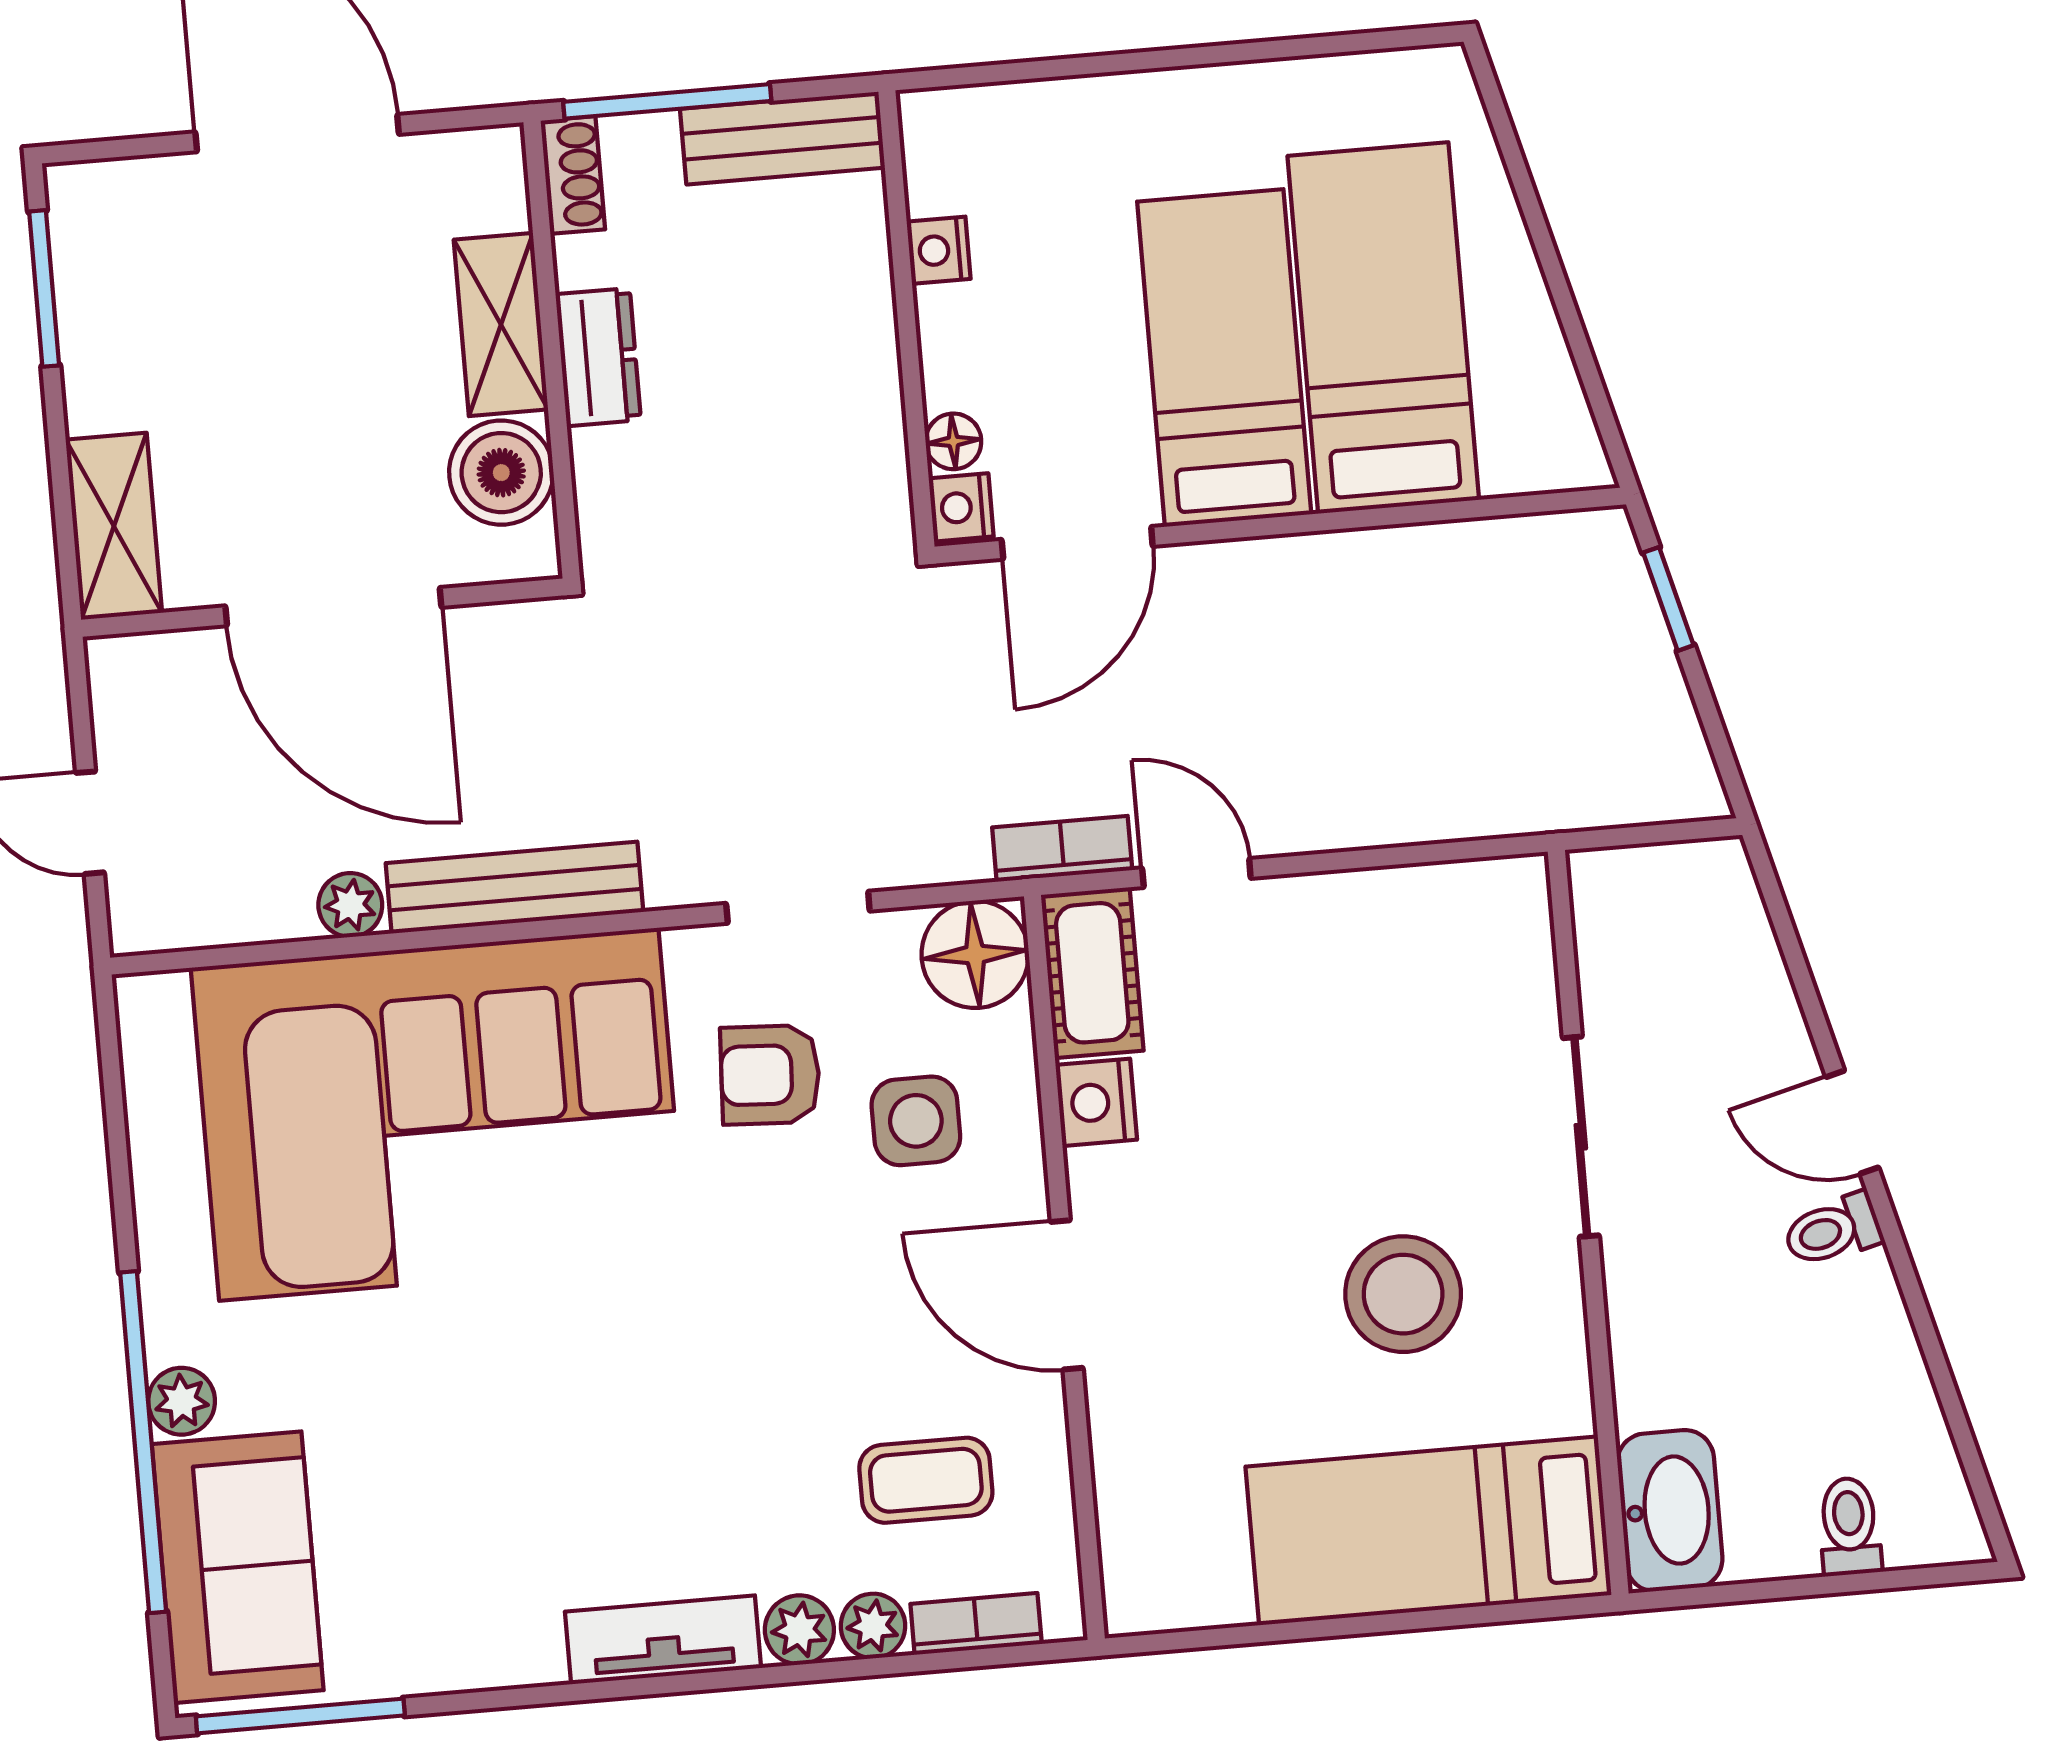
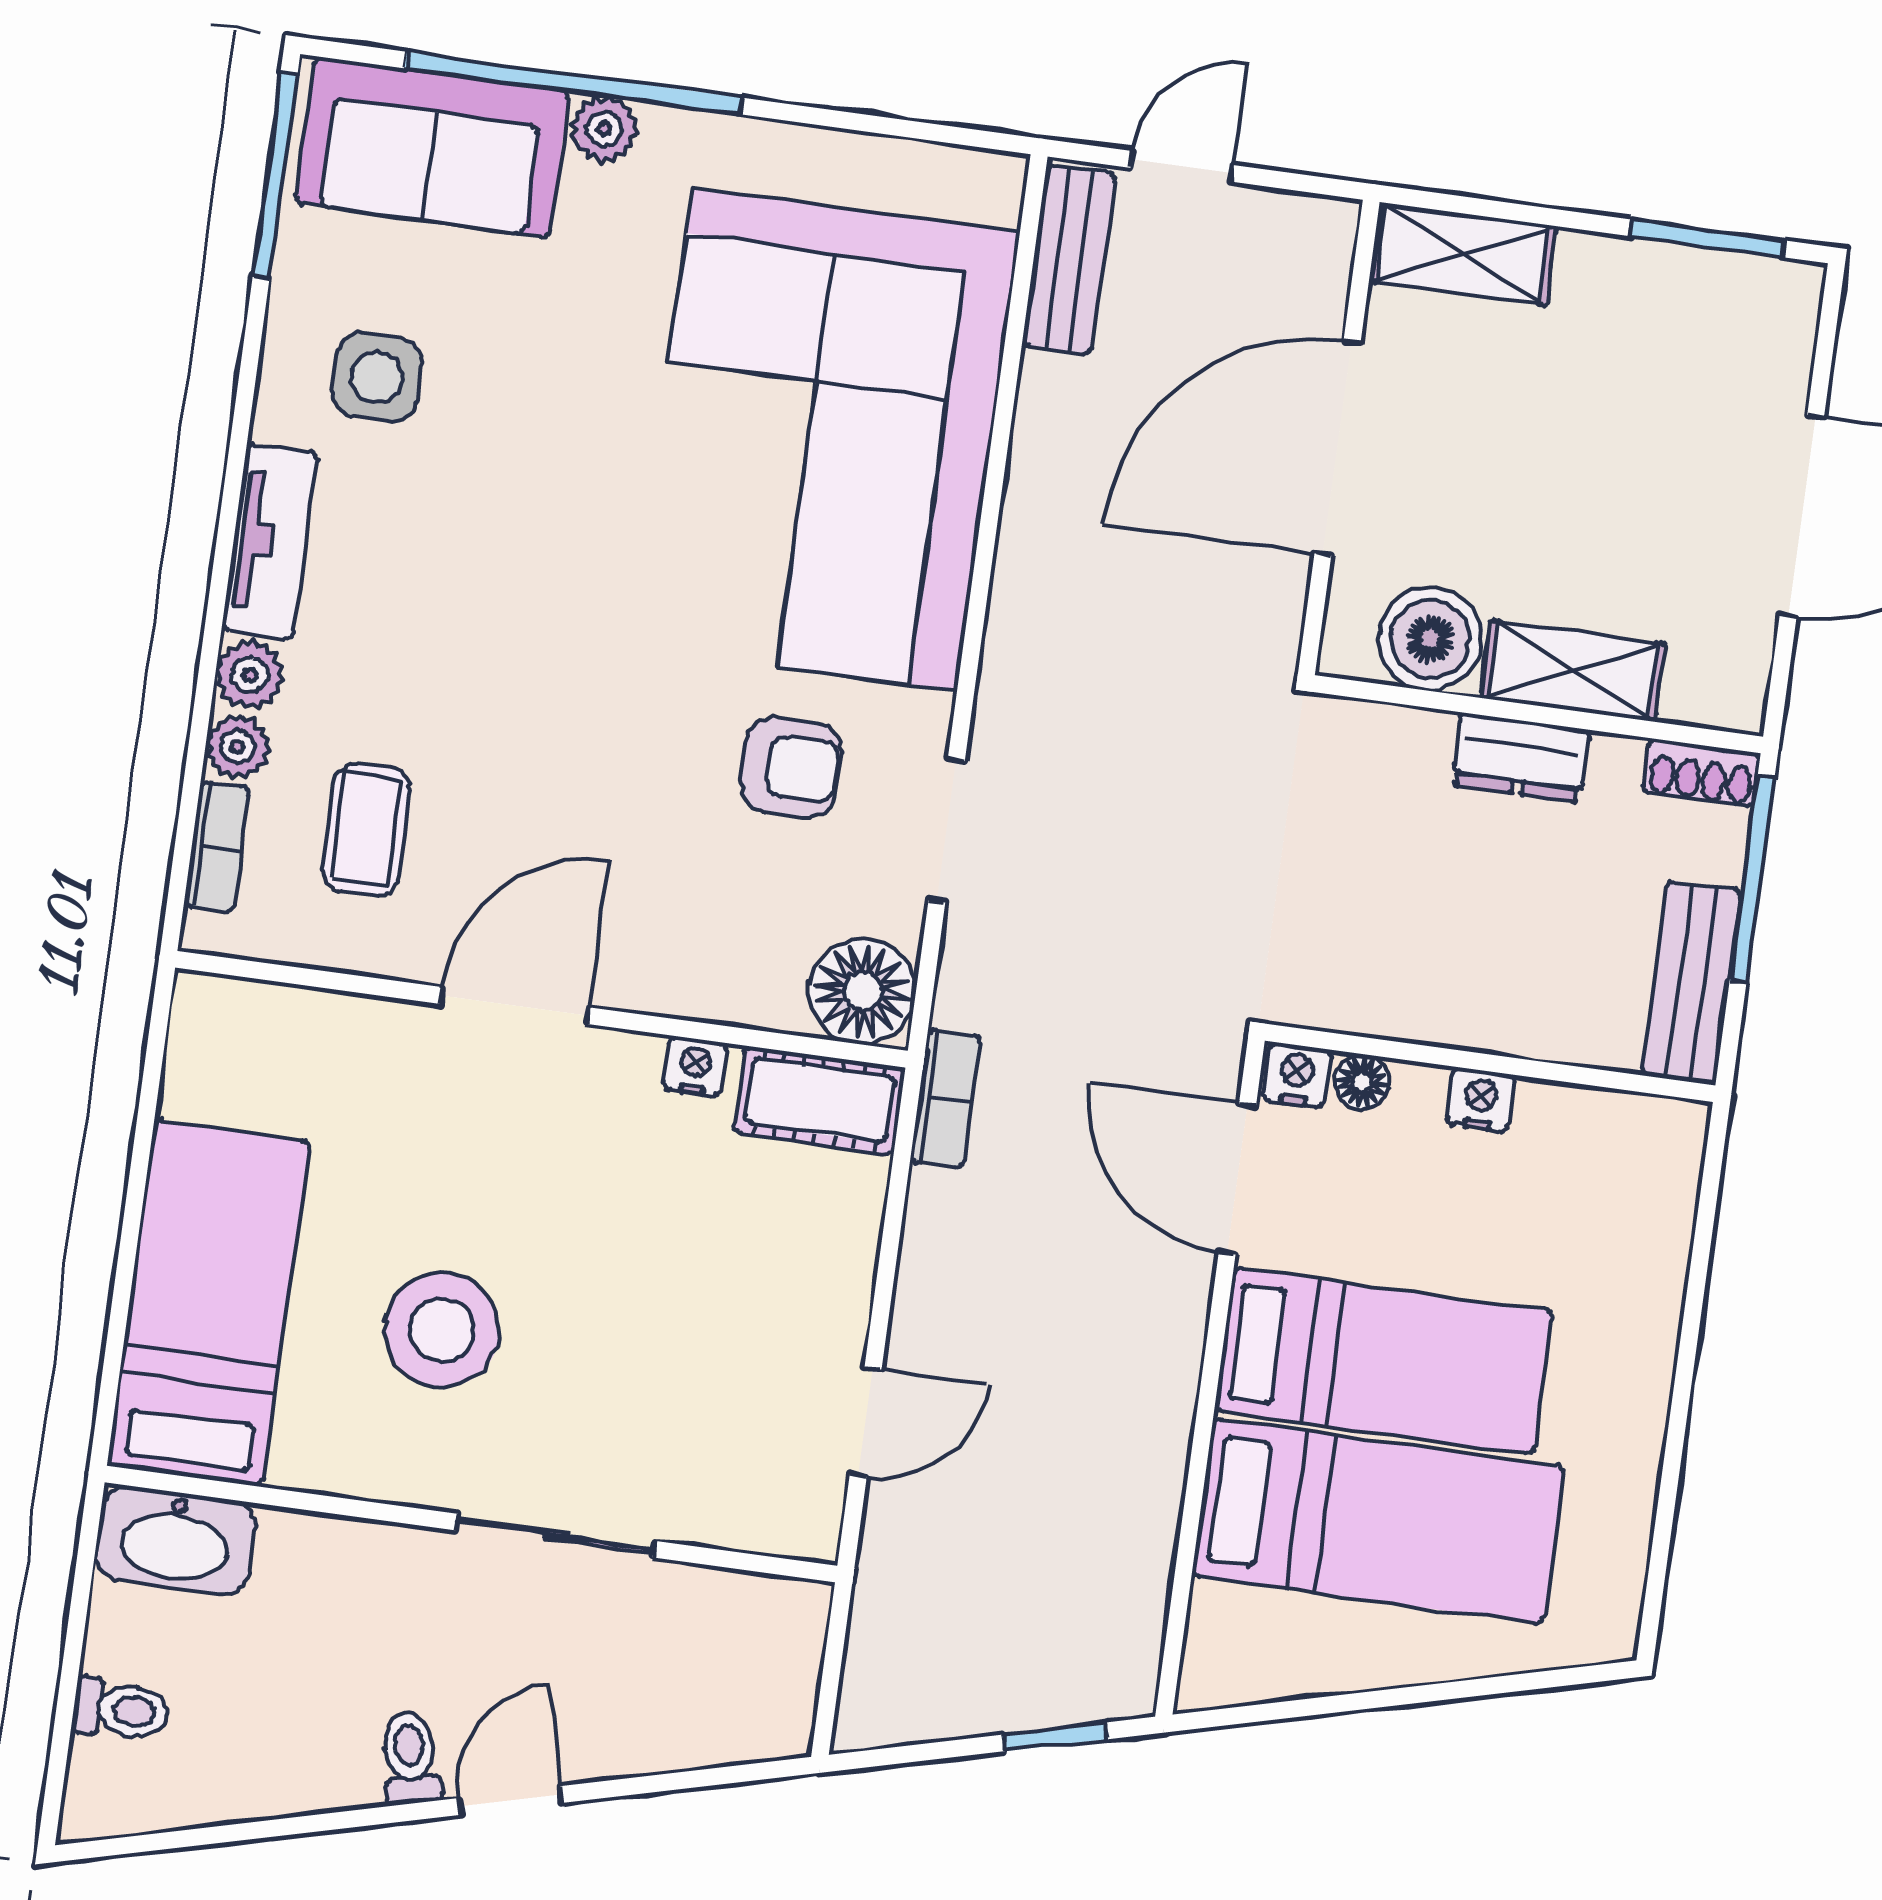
nightstand: (939, 250) -> (1481, 1100), moved
door: (1196, 873) -> (866, 1422), moved
bench: (514, 888) -> (1069, 260), moved, width x0.73
plant: (350, 905) -> (1046, 400), removed
armchair: (770, 1075) -> (791, 767), turned 87
nightstand: (1096, 1102) -> (695, 1066), width x0.72, depth x0.74
side table: (916, 1121) -> (377, 377), moved

